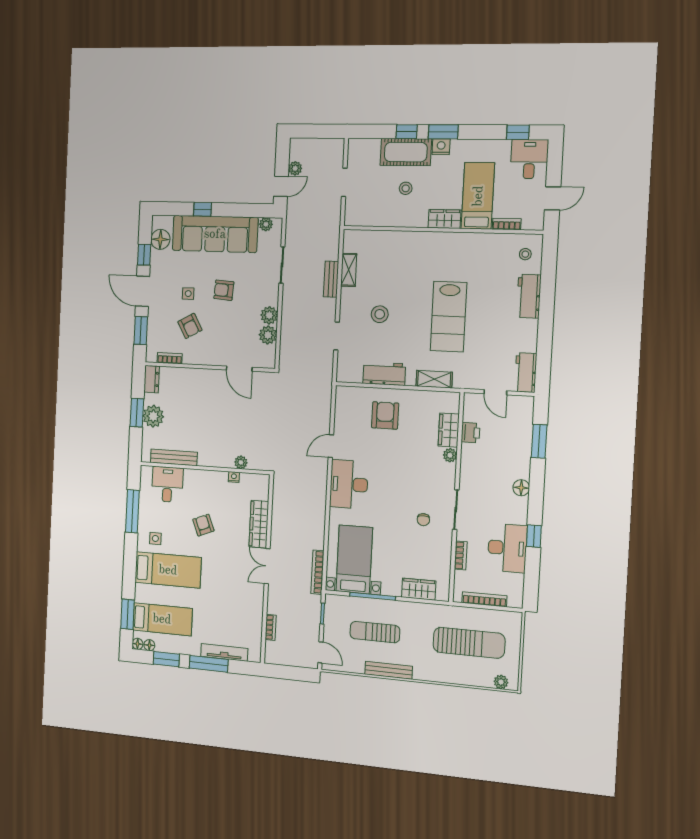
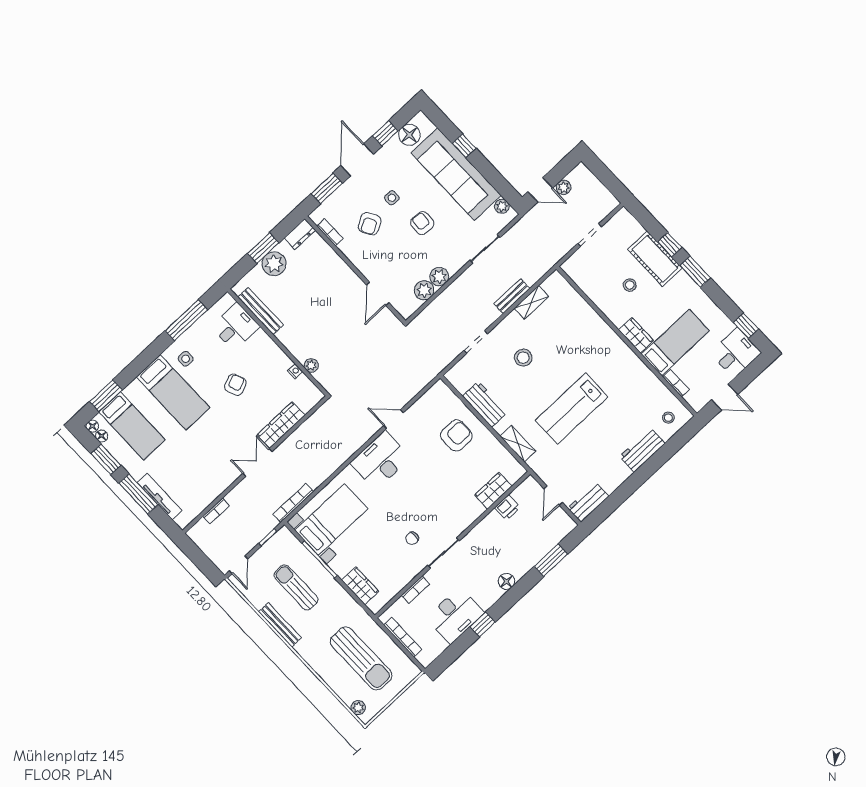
nightstand: (441, 147) -> (683, 281), removed
plant: (450, 455) -> (477, 510), removed

